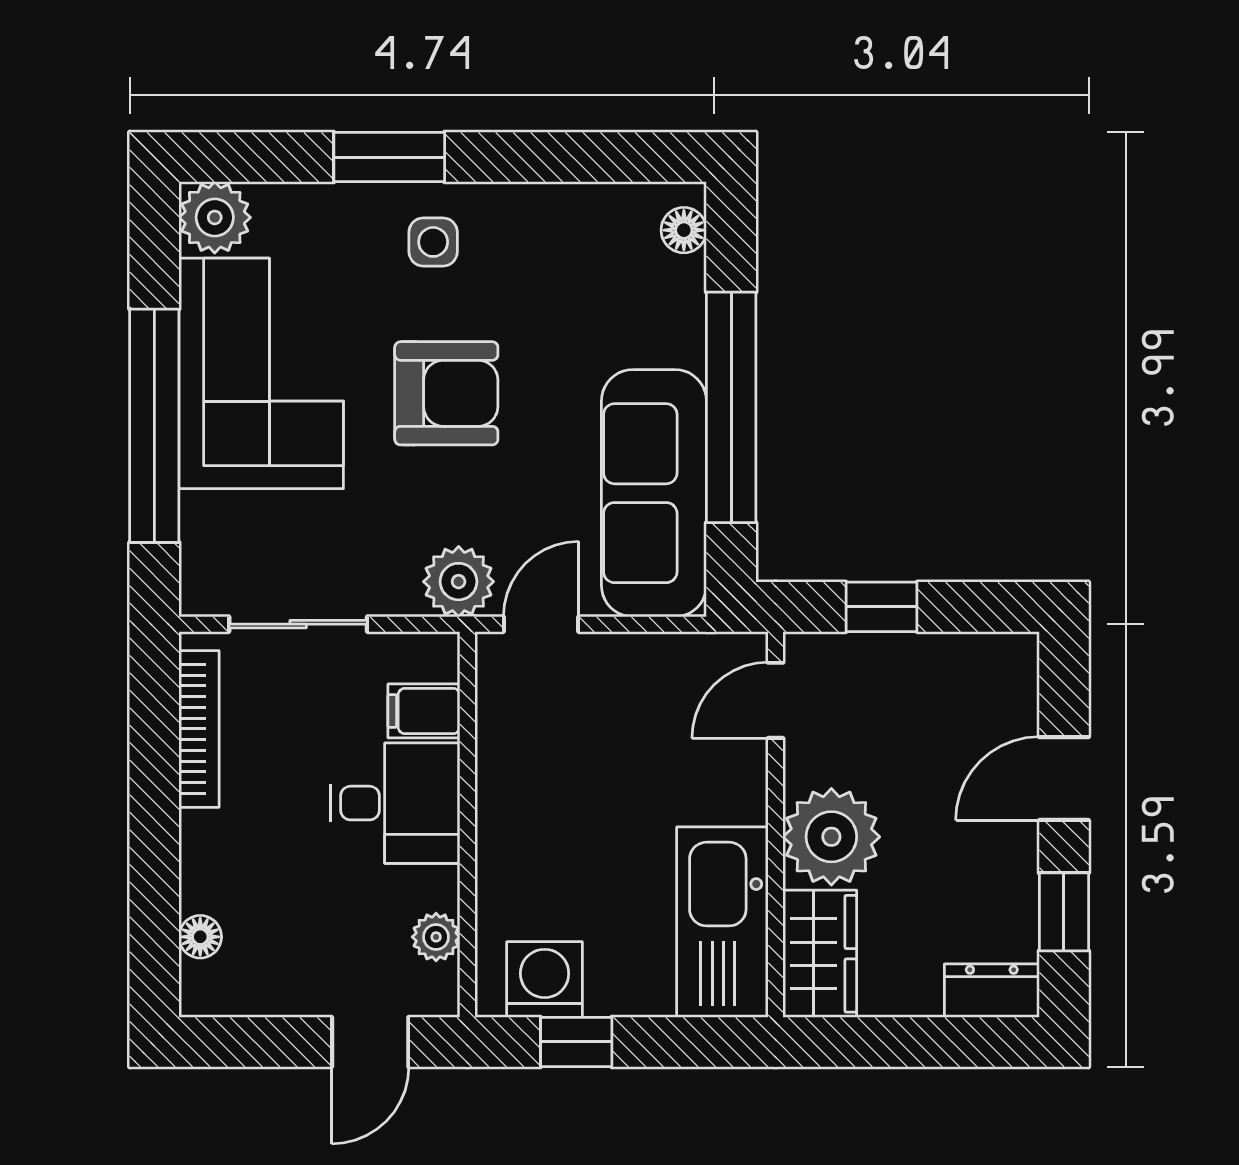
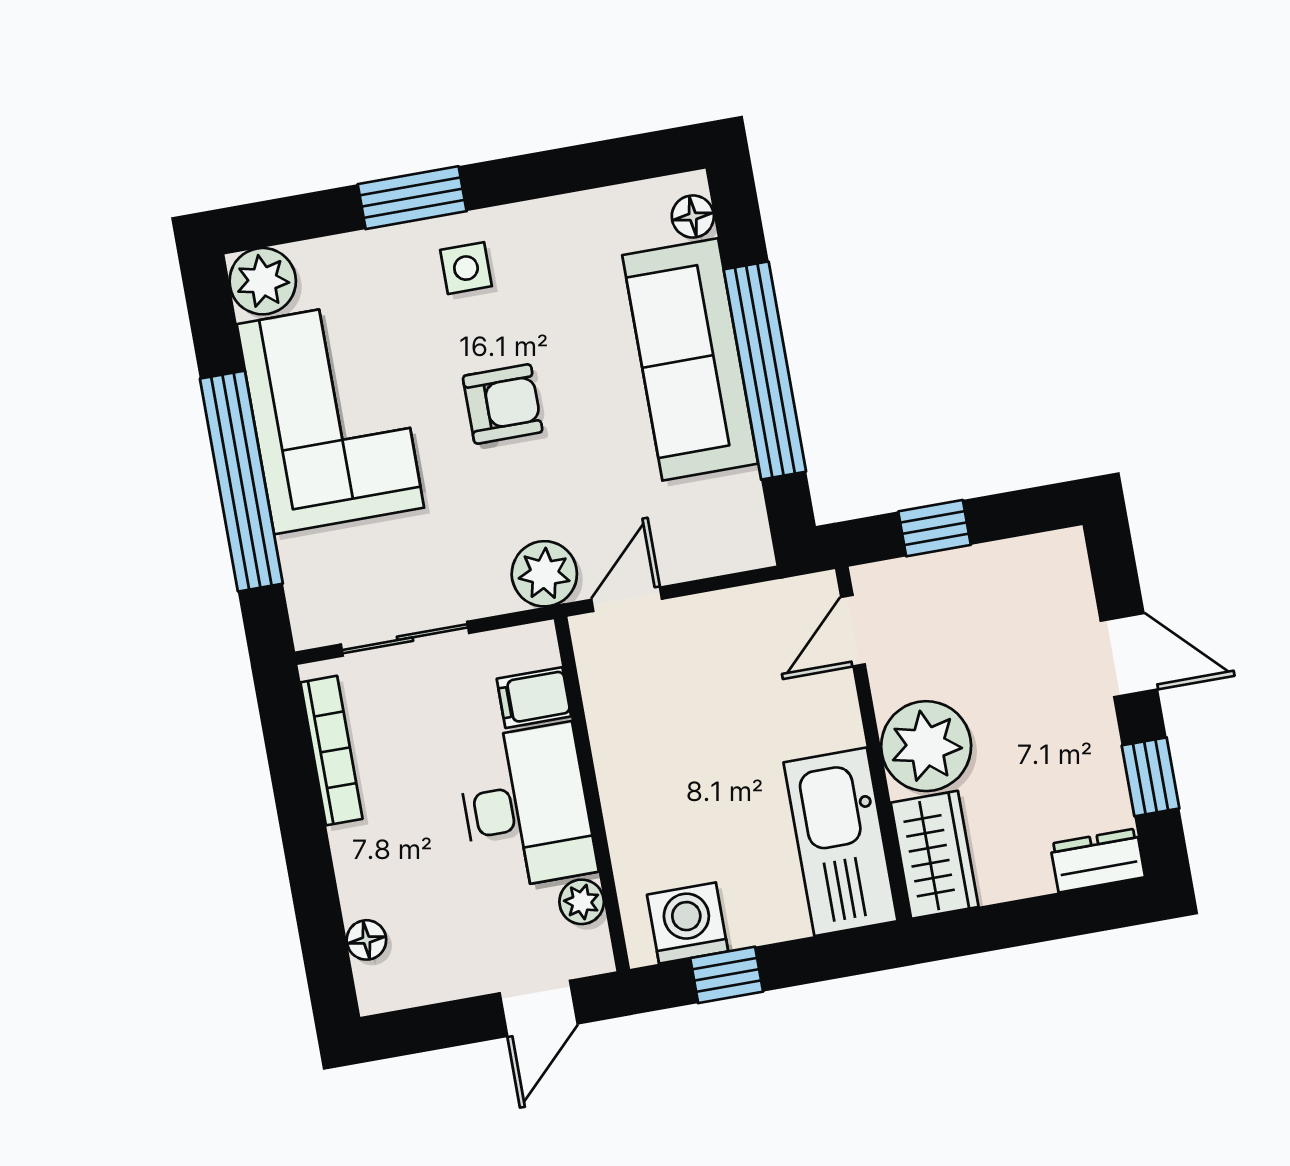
armchair: (446, 393) -> (503, 404), width x0.72, depth x0.72
sofa: (654, 493) -> (690, 359), moved
door: (1064, 779) -> (1129, 655), swing flipped
desk: (395, 803) -> (526, 807), width x1.37

